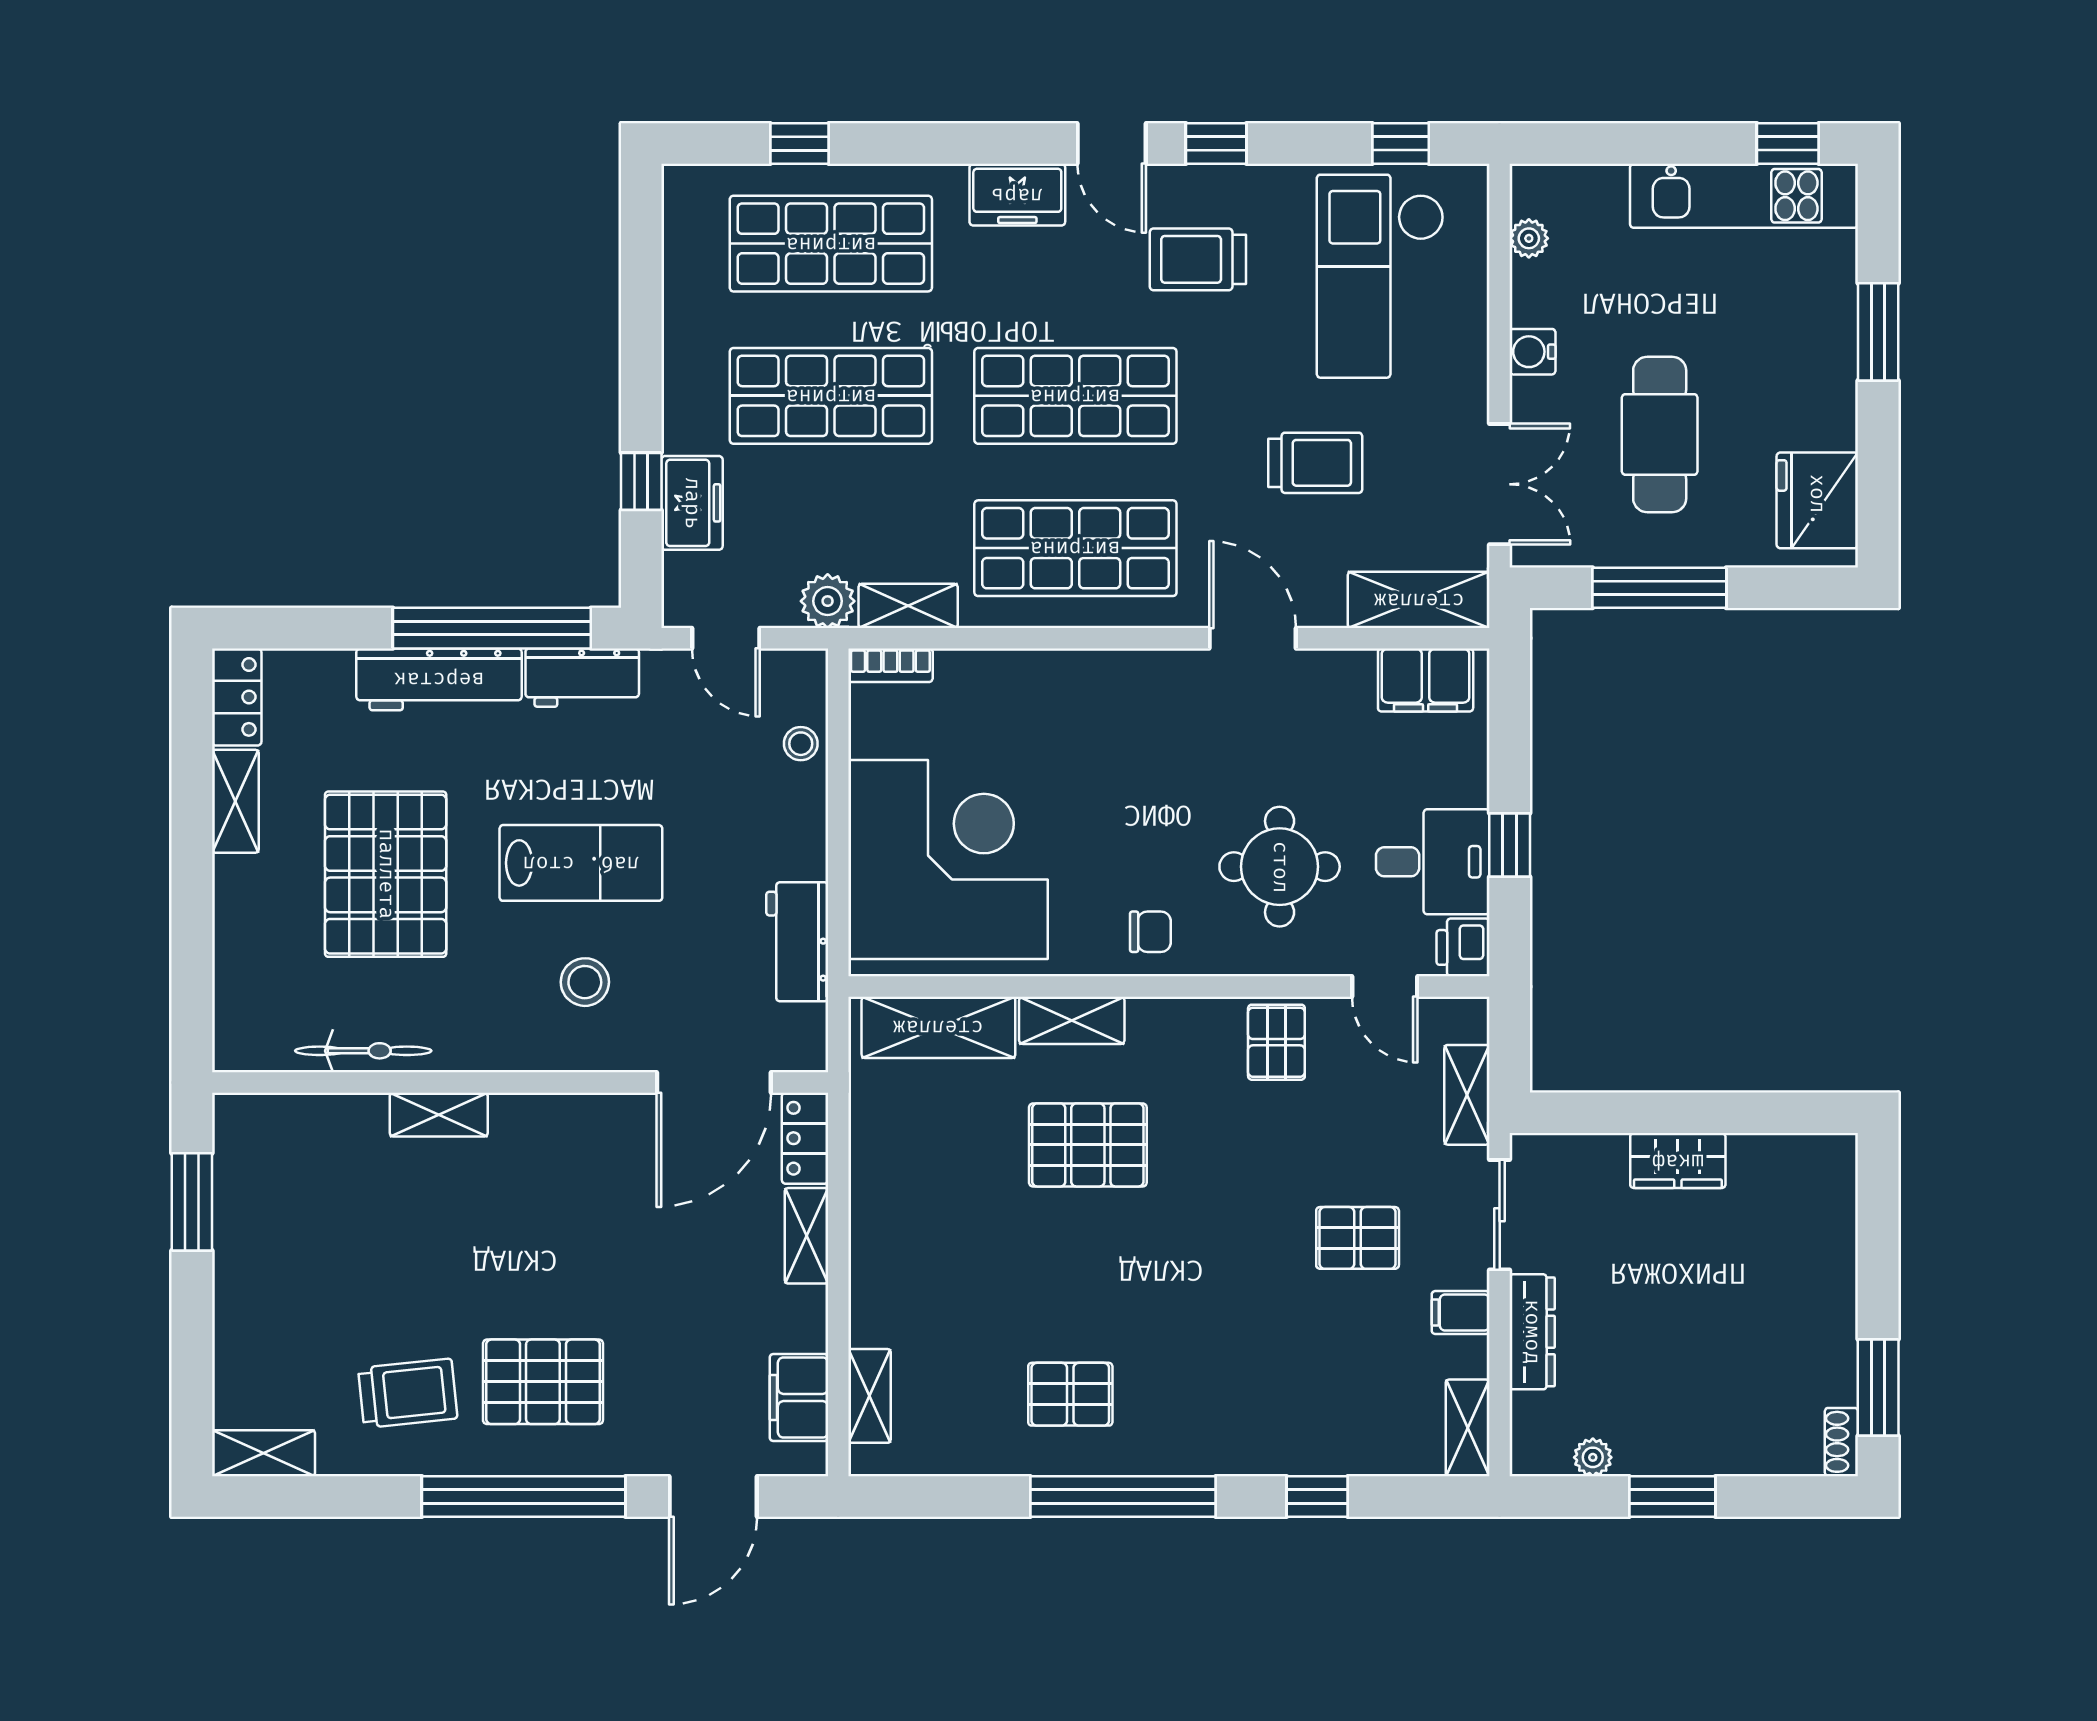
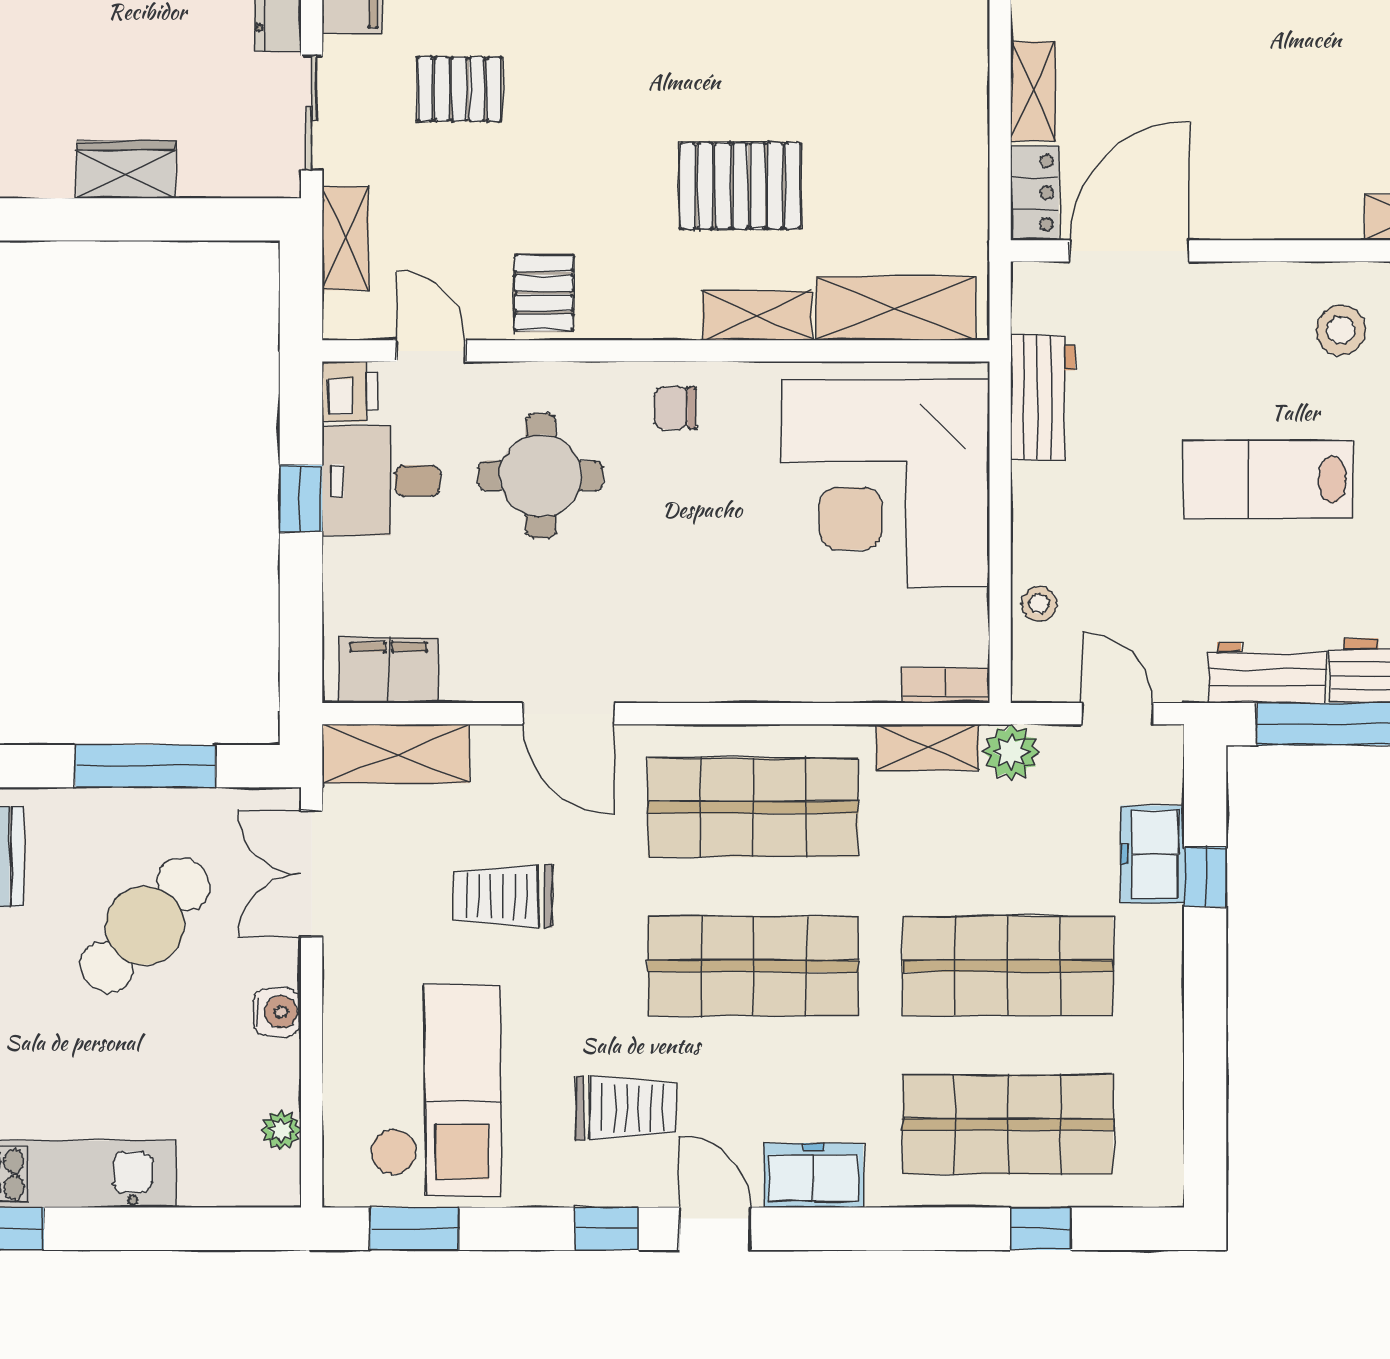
window: (1401, 143) -> (414, 1229), width x1.50
cafe table: (1660, 434) -> (145, 926), turned 43
stool: (585, 982) -> (1341, 330), moved

